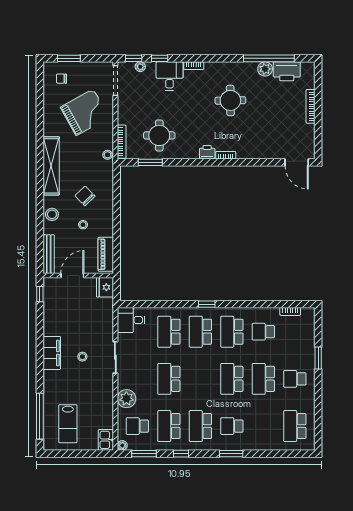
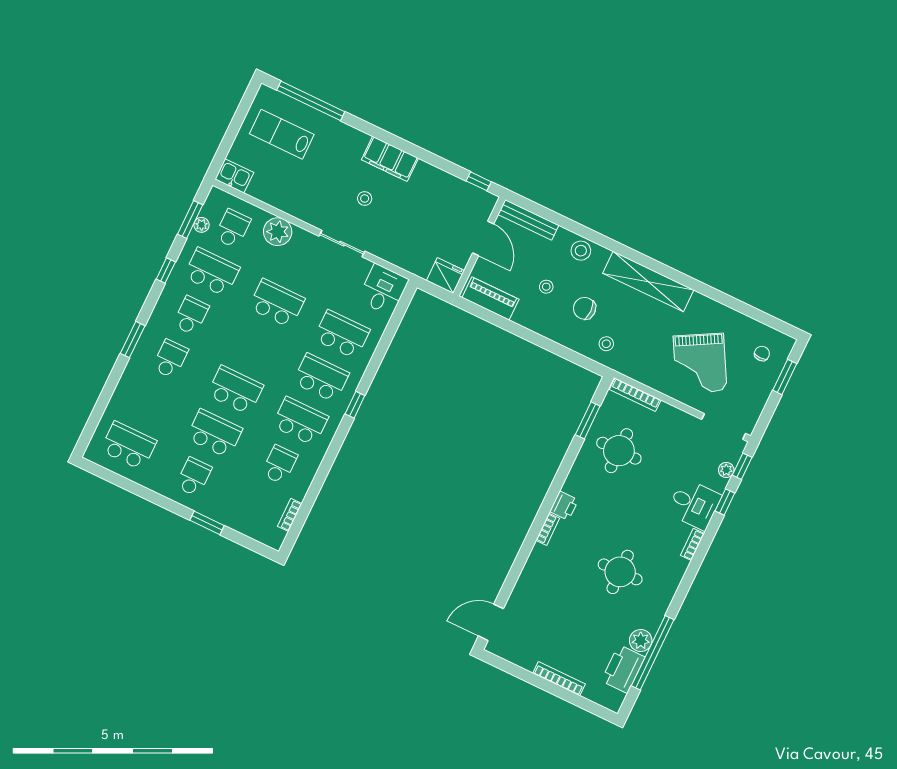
stool: (108, 155) -> (606, 344), moved
chair: (85, 196) -> (585, 308), turned -136
school desk: (200, 426) -> (191, 315), width x0.54
plant: (122, 445) -> (201, 225), moved

